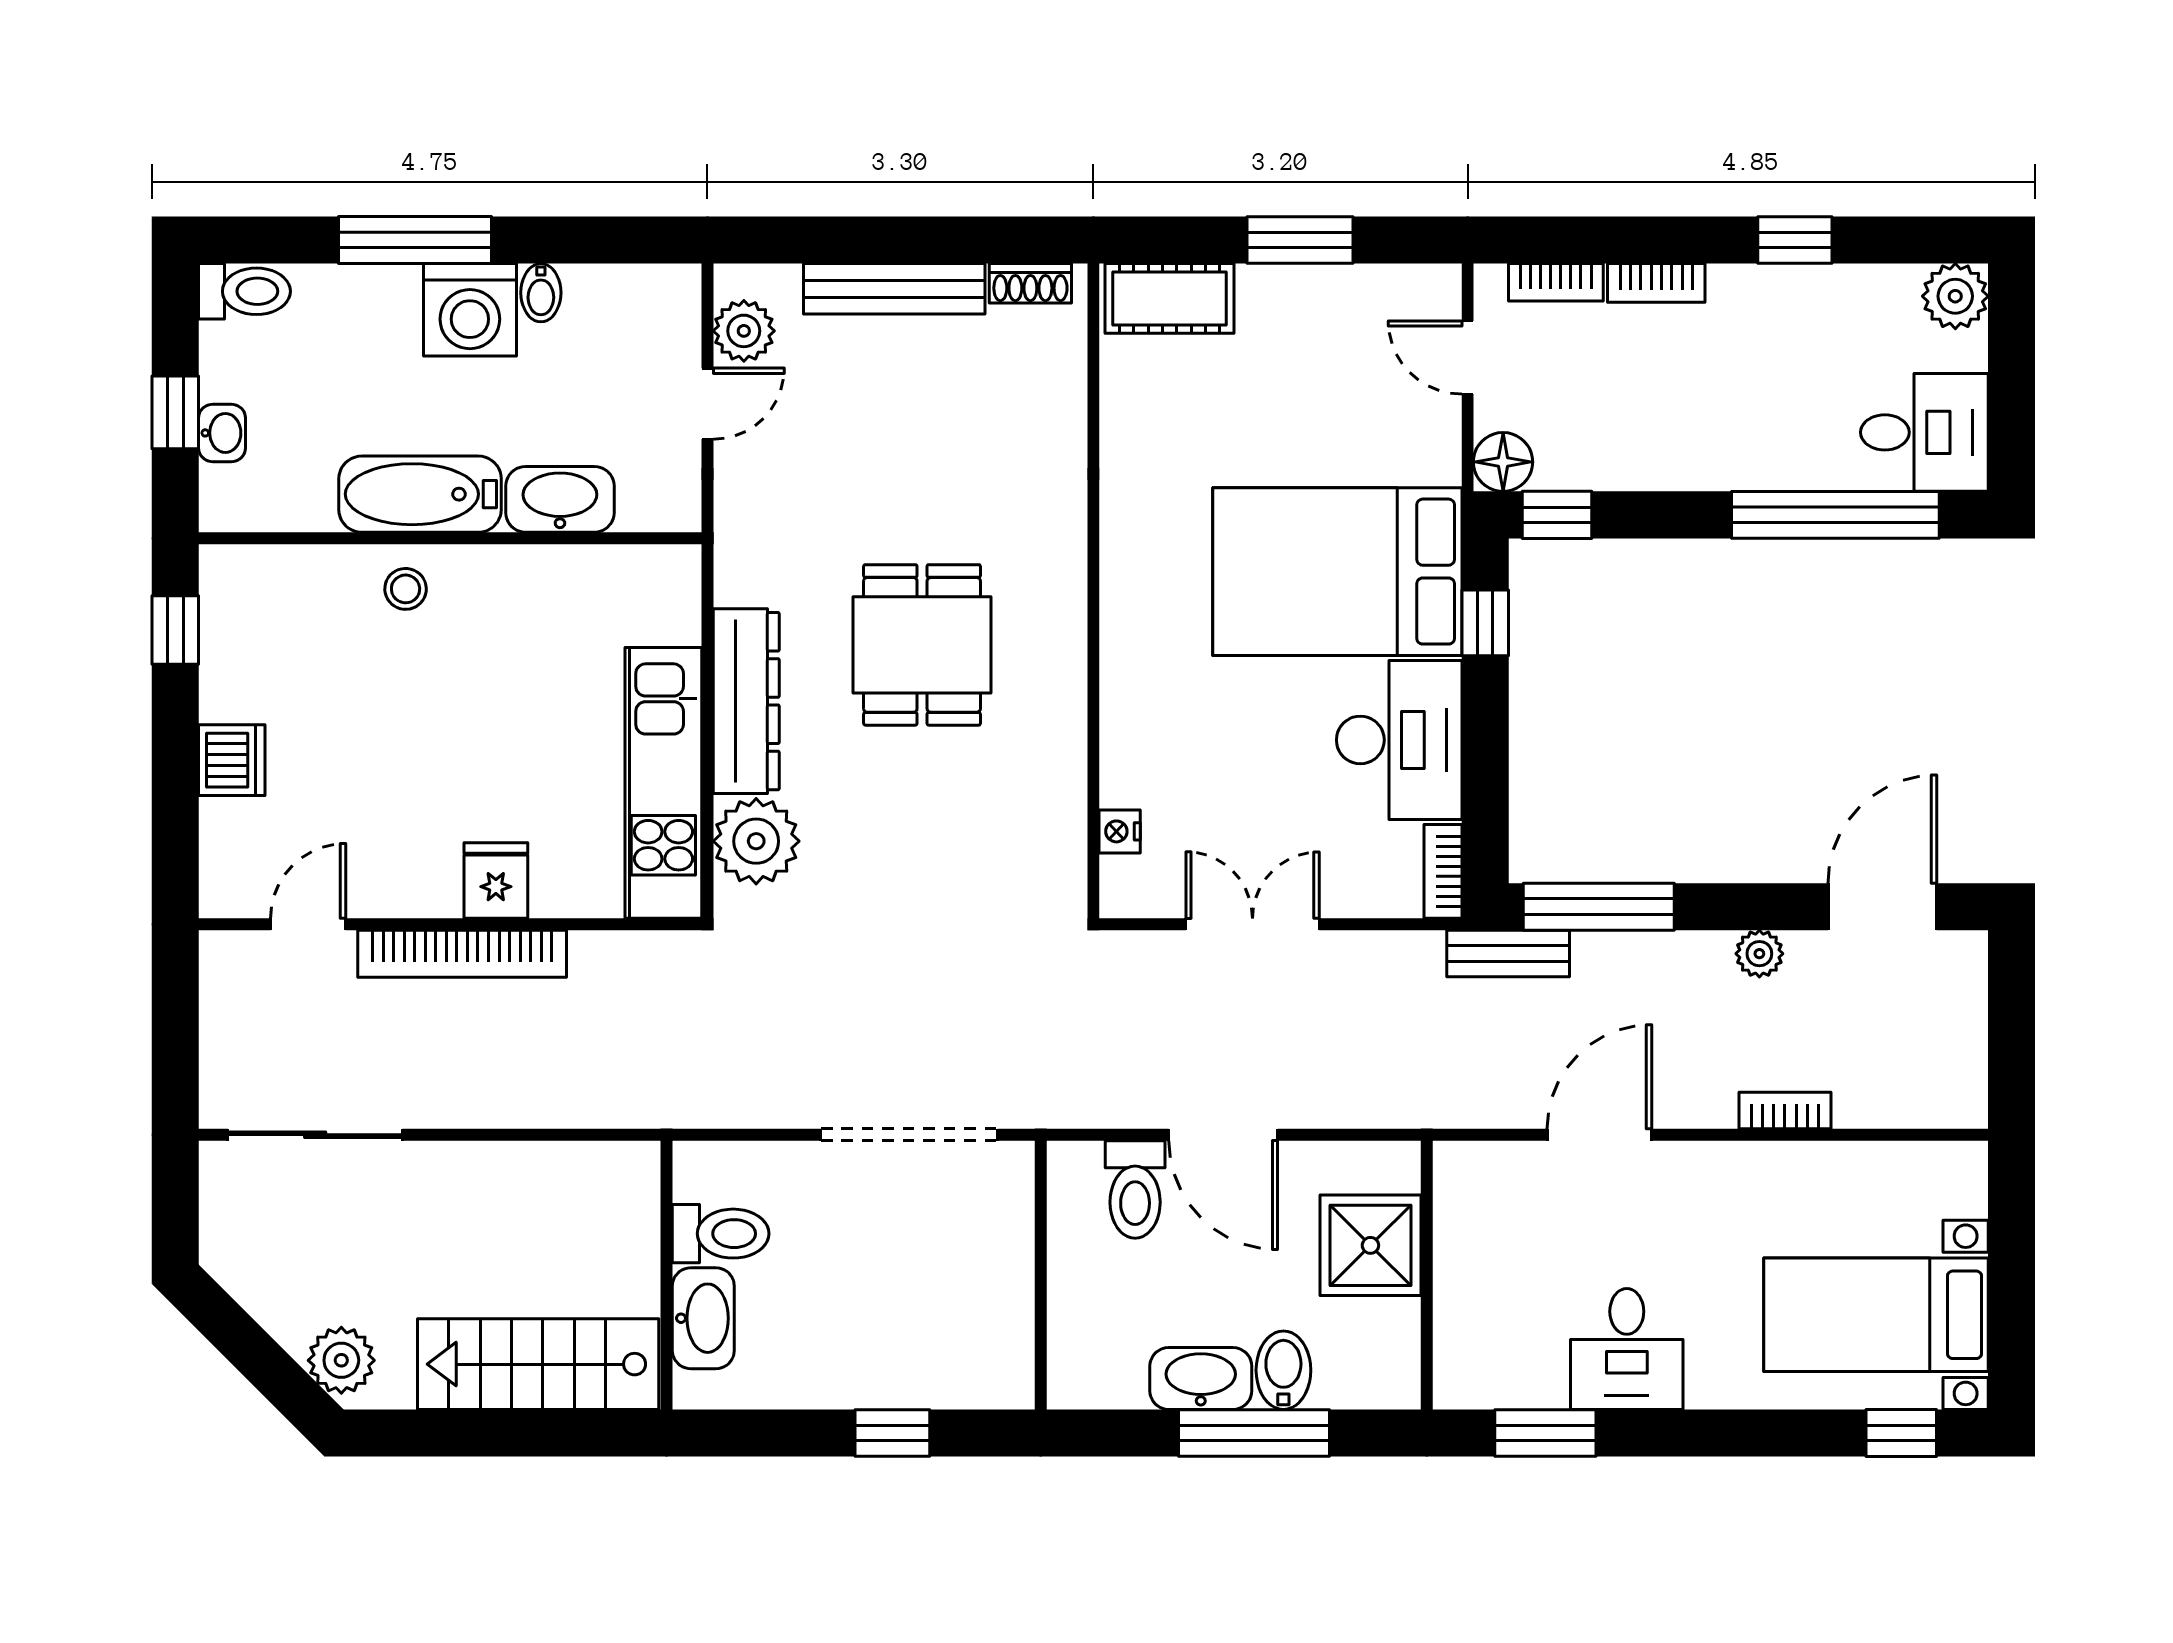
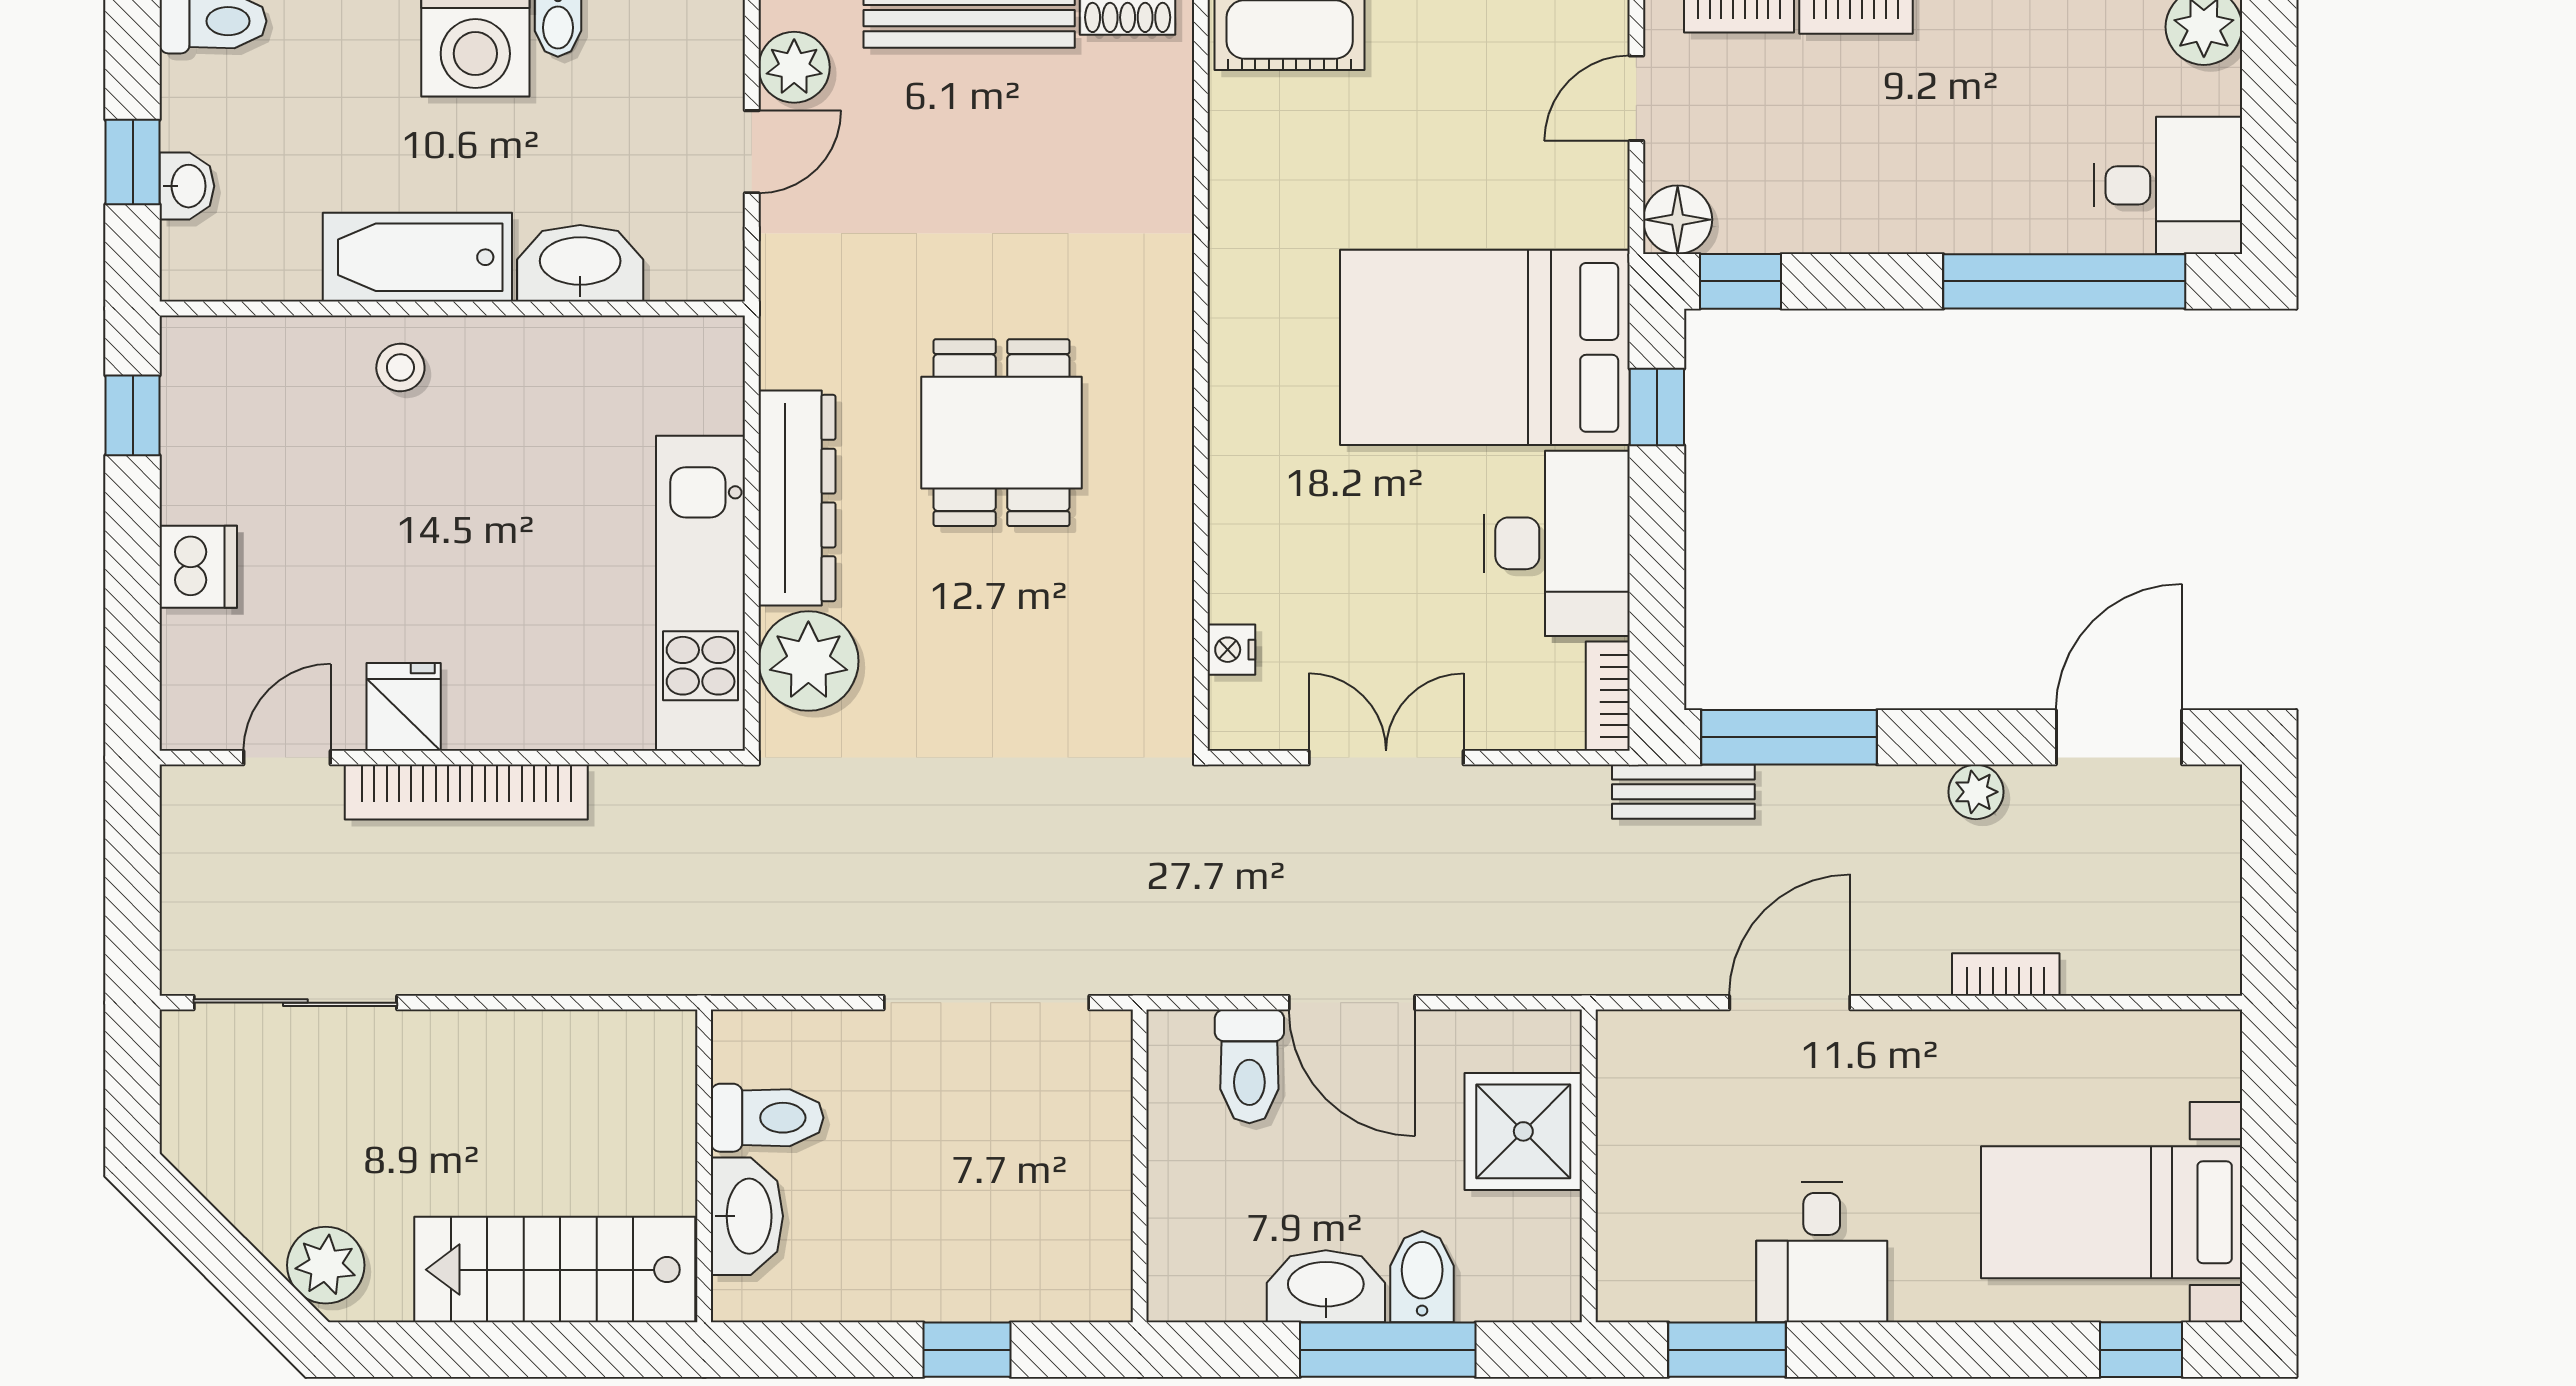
door: (1468, 358) -> (1636, 98), hinge flipped
fridge: (496, 881) -> (404, 707), moved

